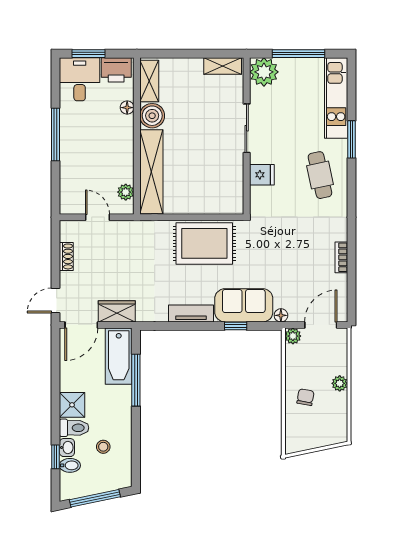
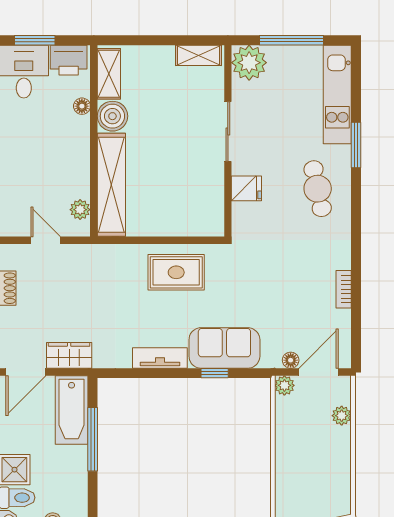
rug: (204, 243) -> (176, 272), width x0.73, depth x0.70
floor lamp: (281, 315) -> (291, 360), moved
plant: (340, 383) -> (342, 416), moved
chair: (305, 397) -> (300, 460), removed

